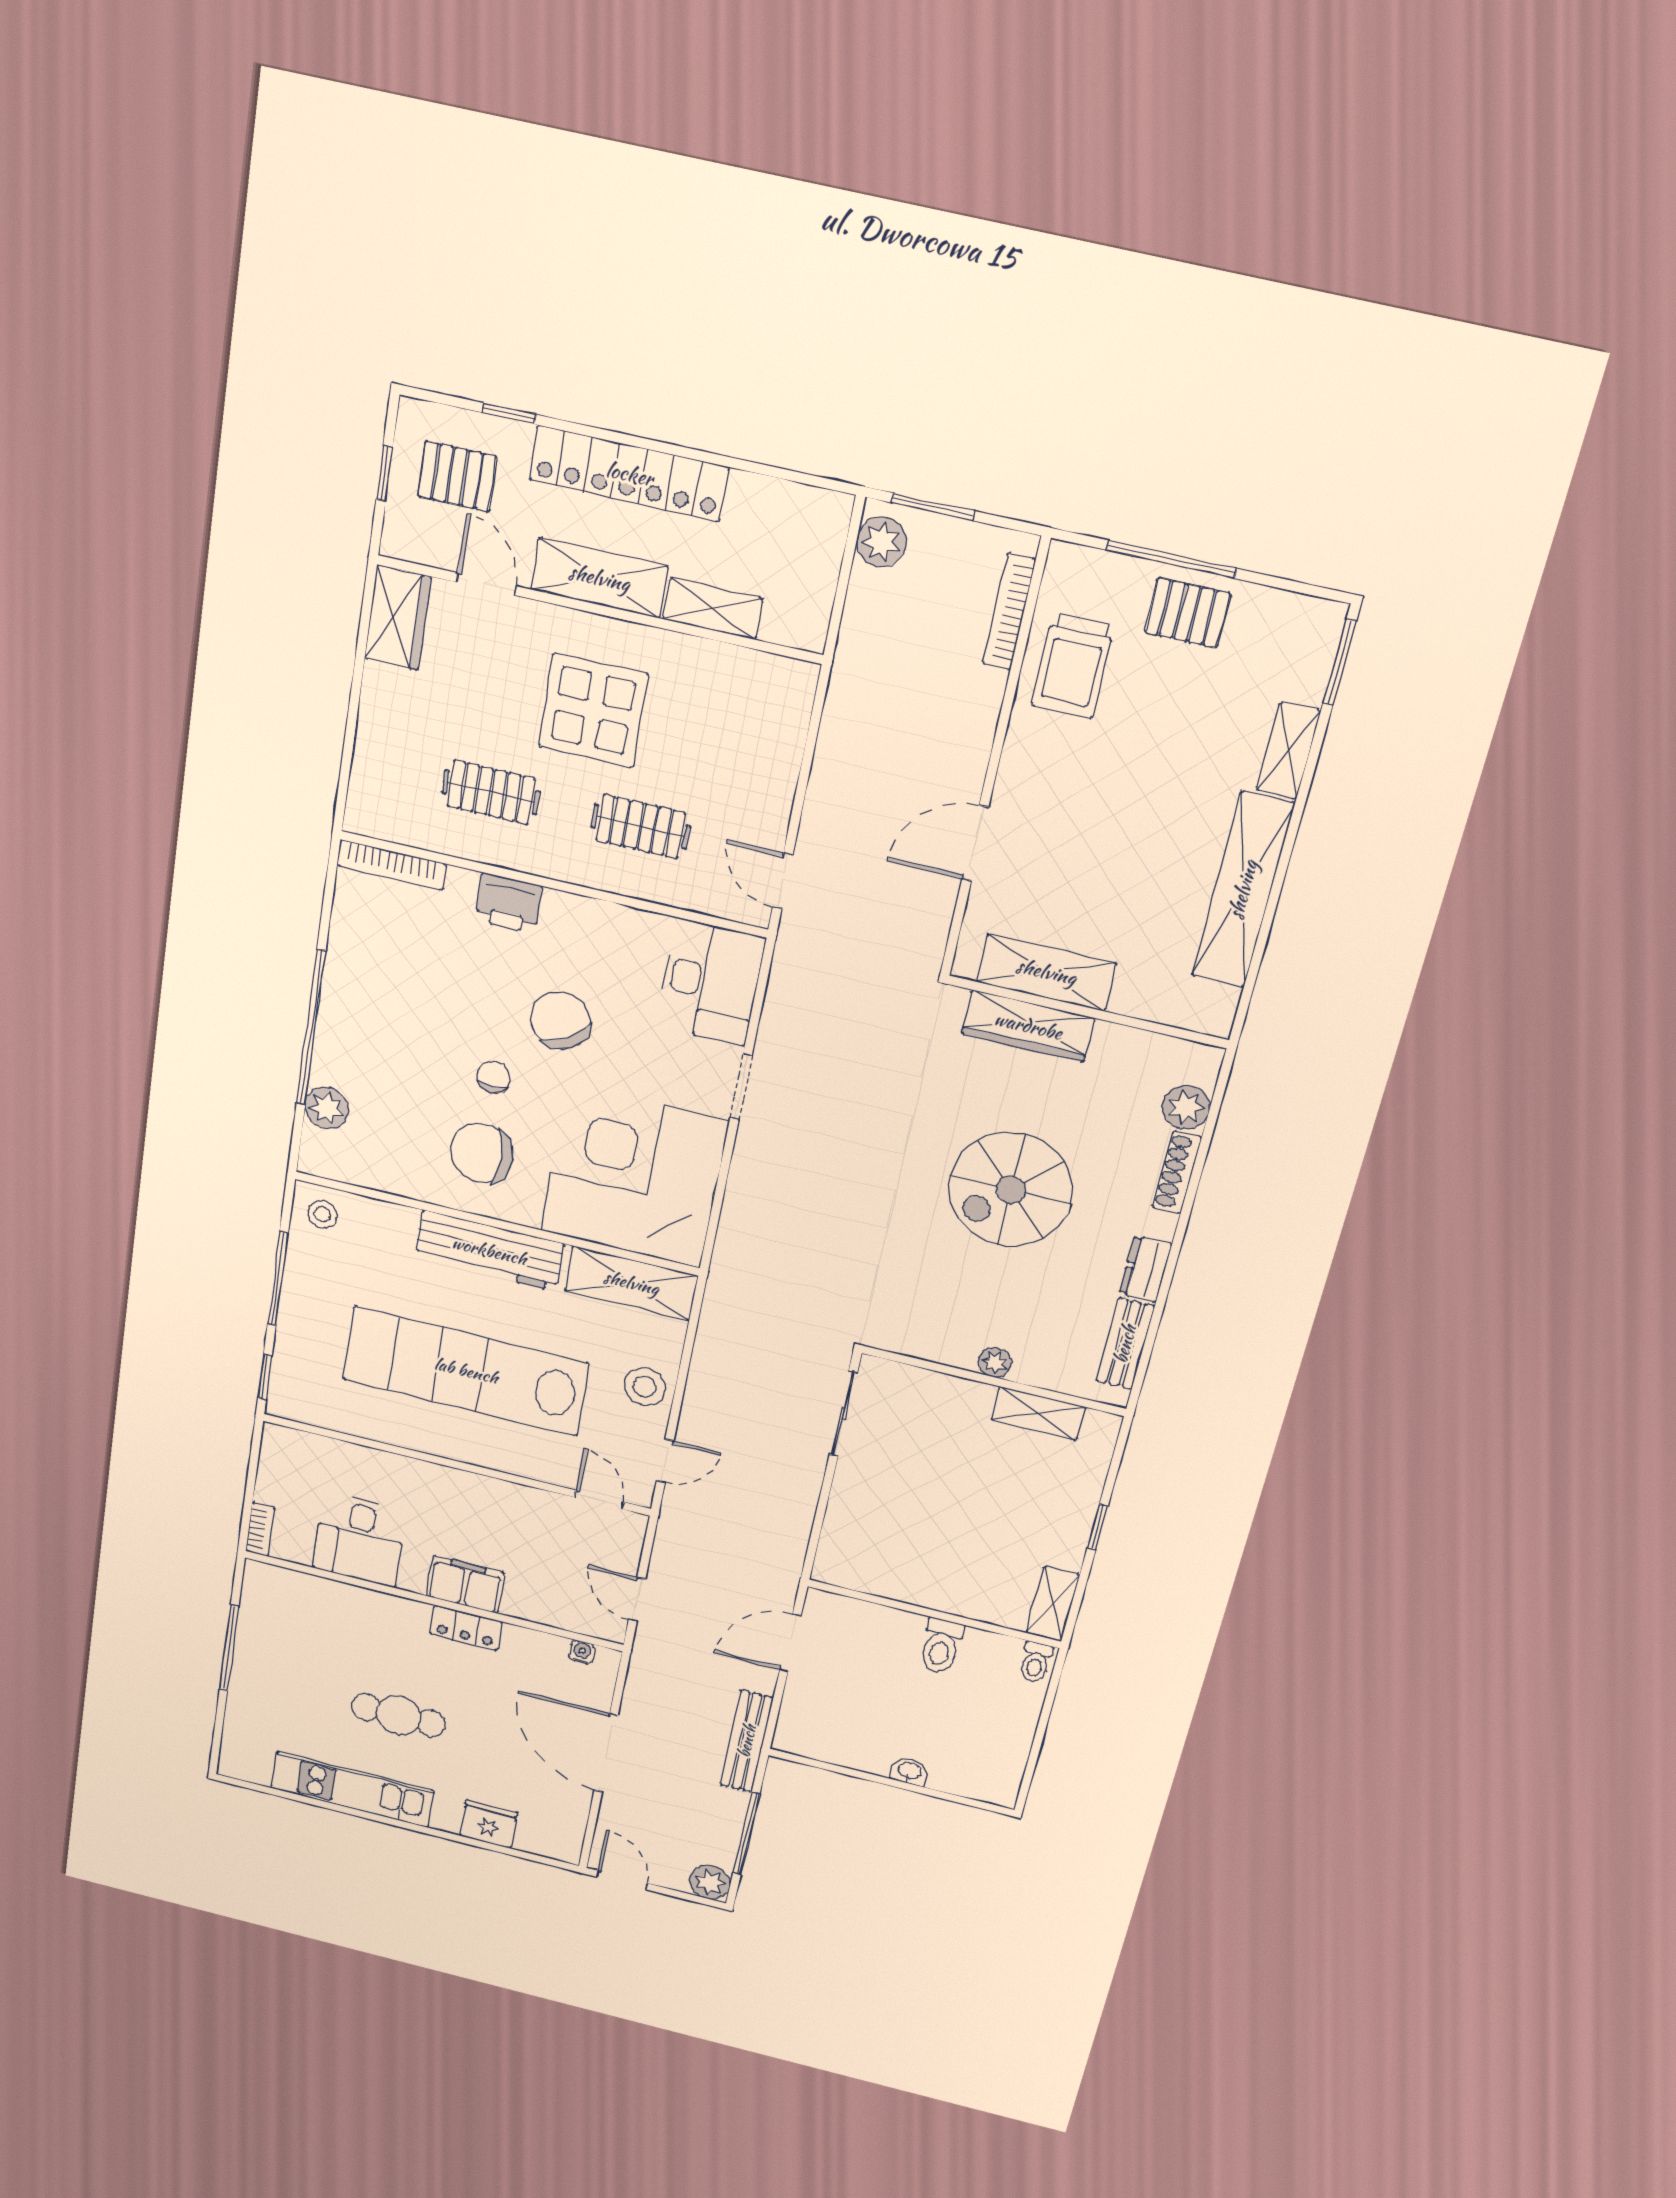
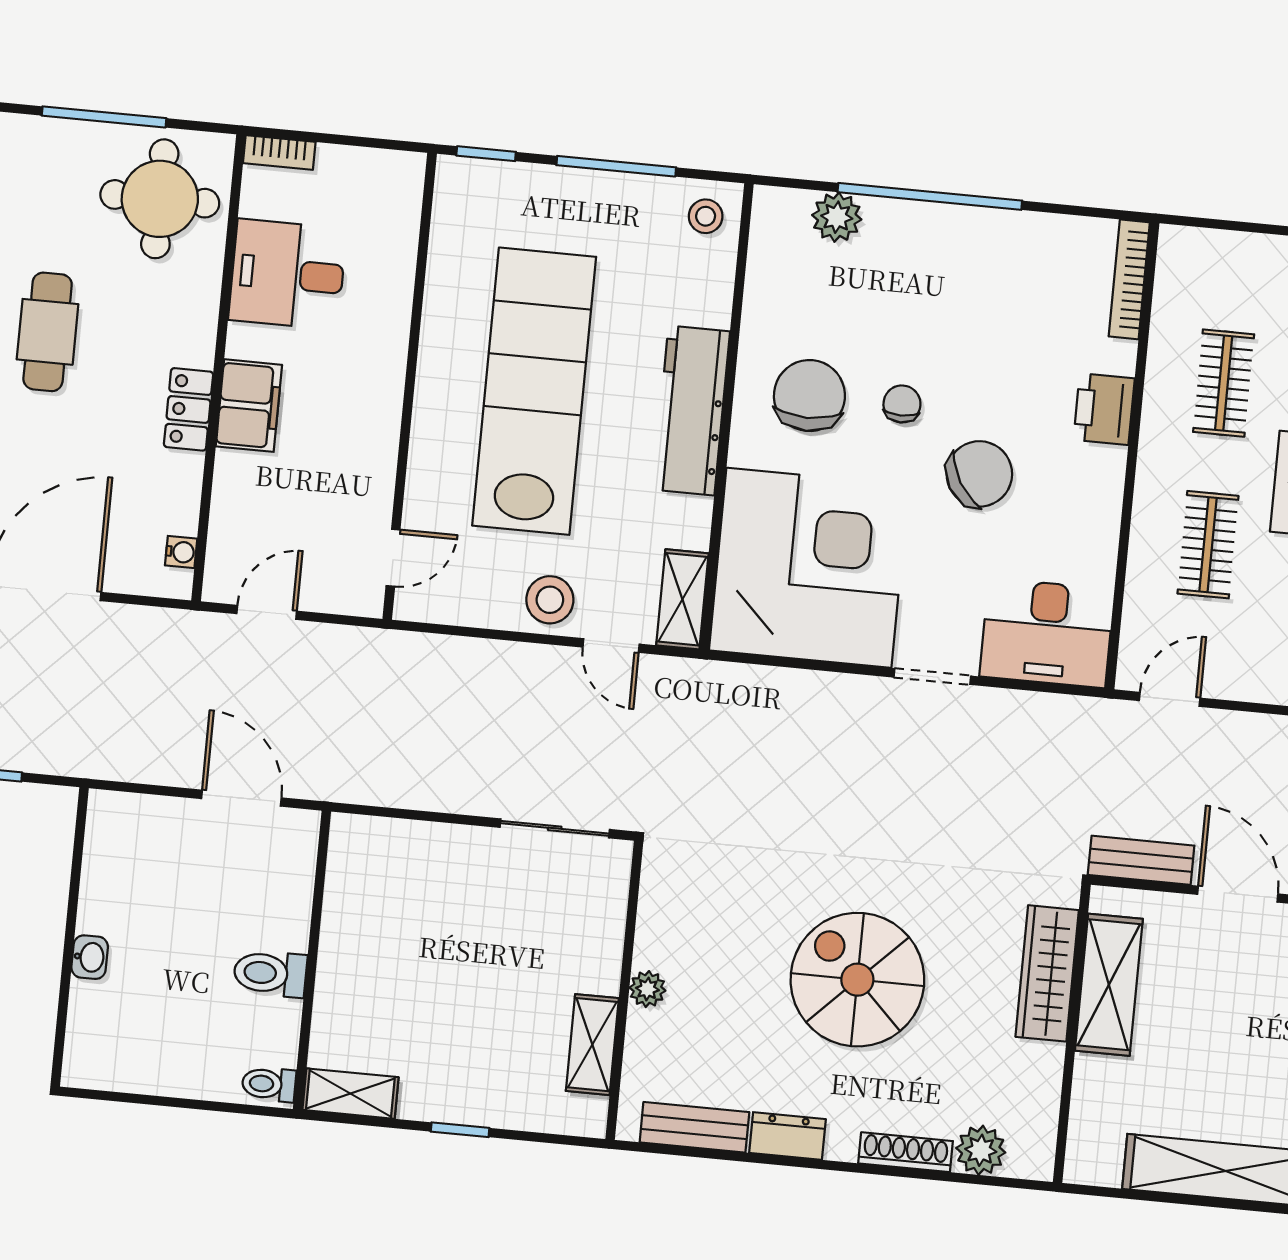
chair: (494, 1077) -> (902, 404), turned -90
shelving: (631, 1283) -> (682, 599), width x0.67, depth x0.75
door: (665, 1461) -> (611, 646), moved
round table: (295, 1620) -> (160, 199), added
bench: (747, 1741) -> (1141, 860), moved, width x0.73

